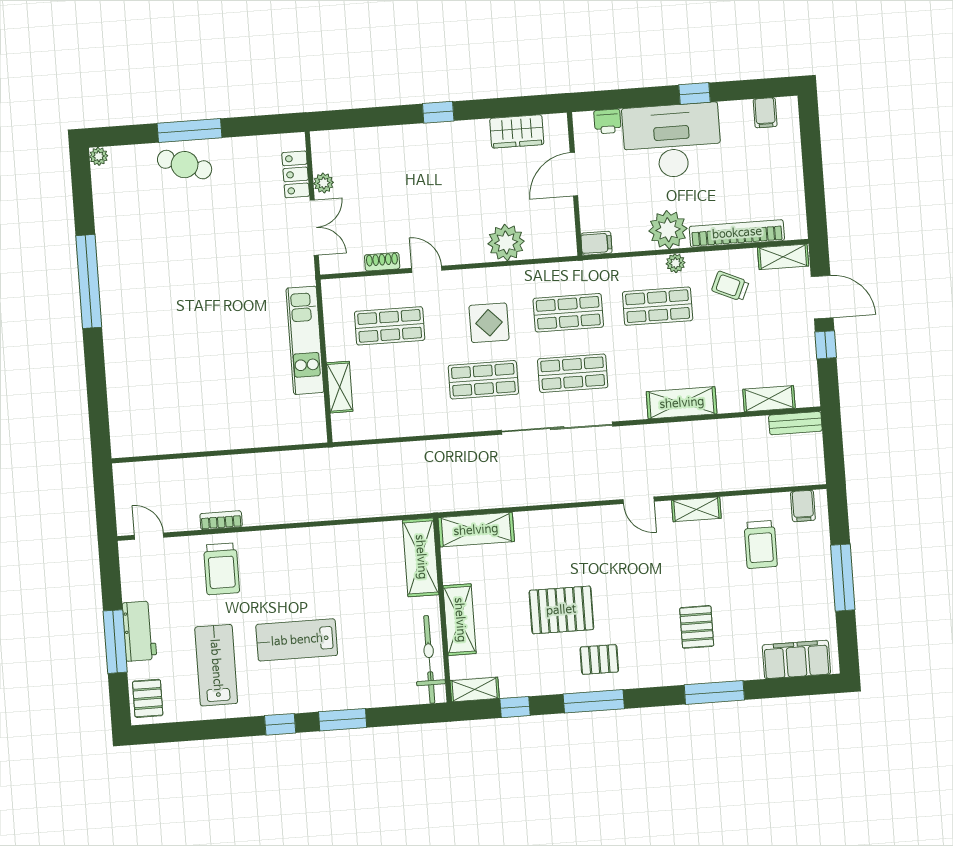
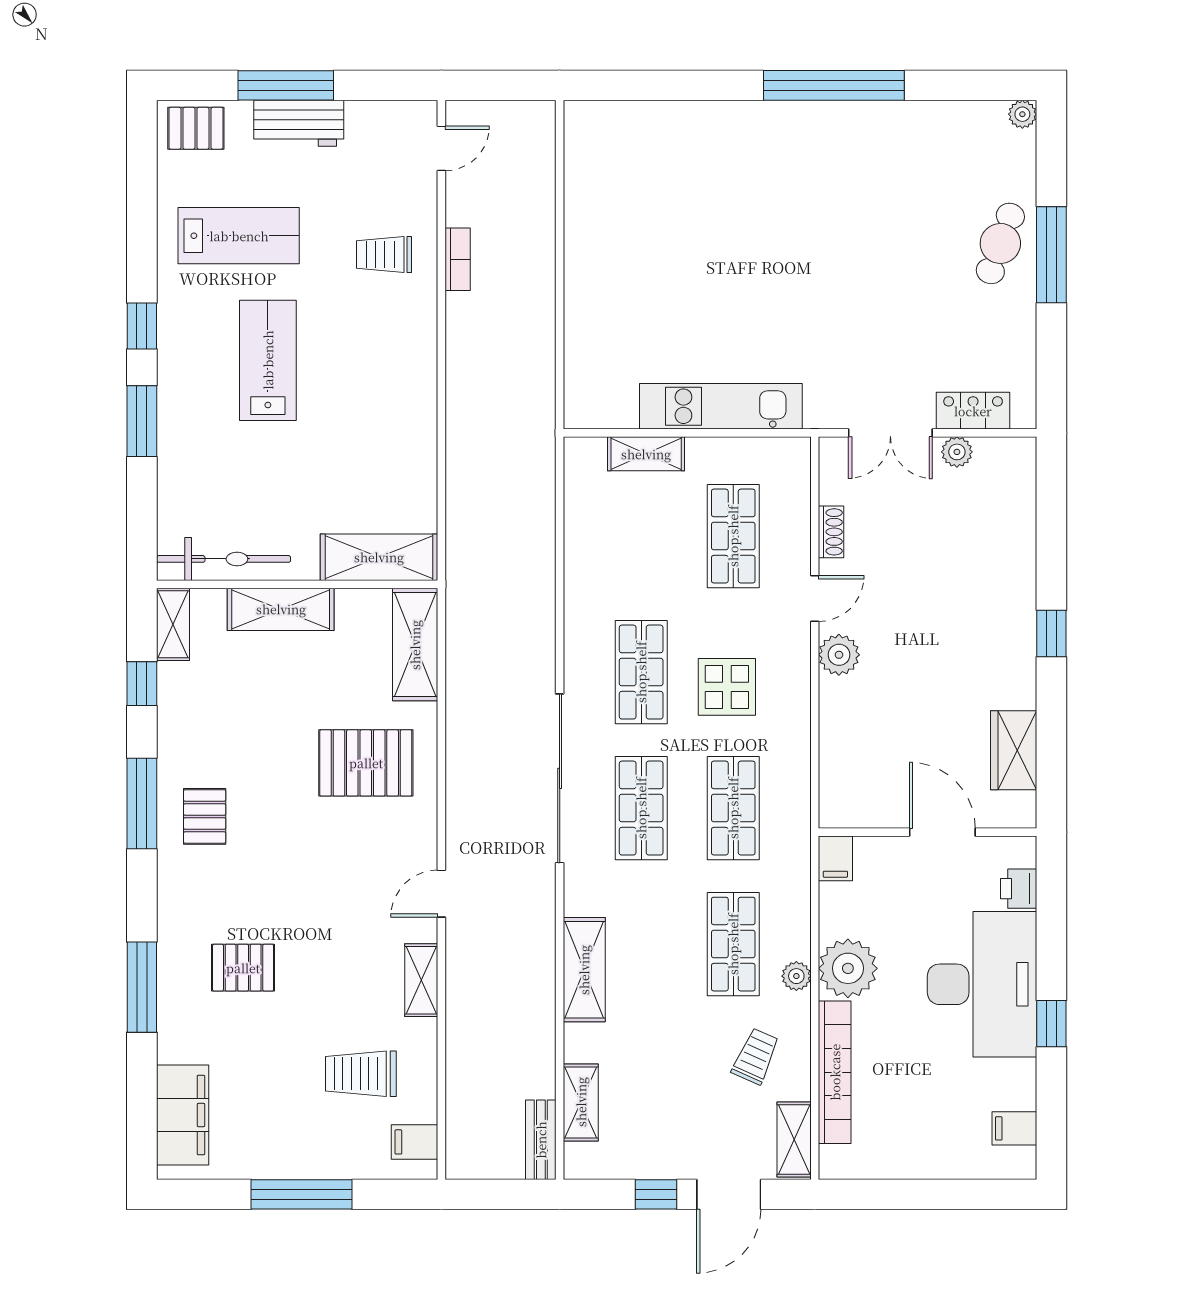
plant: (506, 243) -> (839, 655), moved, width x0.73, depth x0.73
trolley: (222, 569) -> (384, 255), width x0.73, depth x0.72
pallet: (561, 610) -> (366, 763), moved, turned 90

